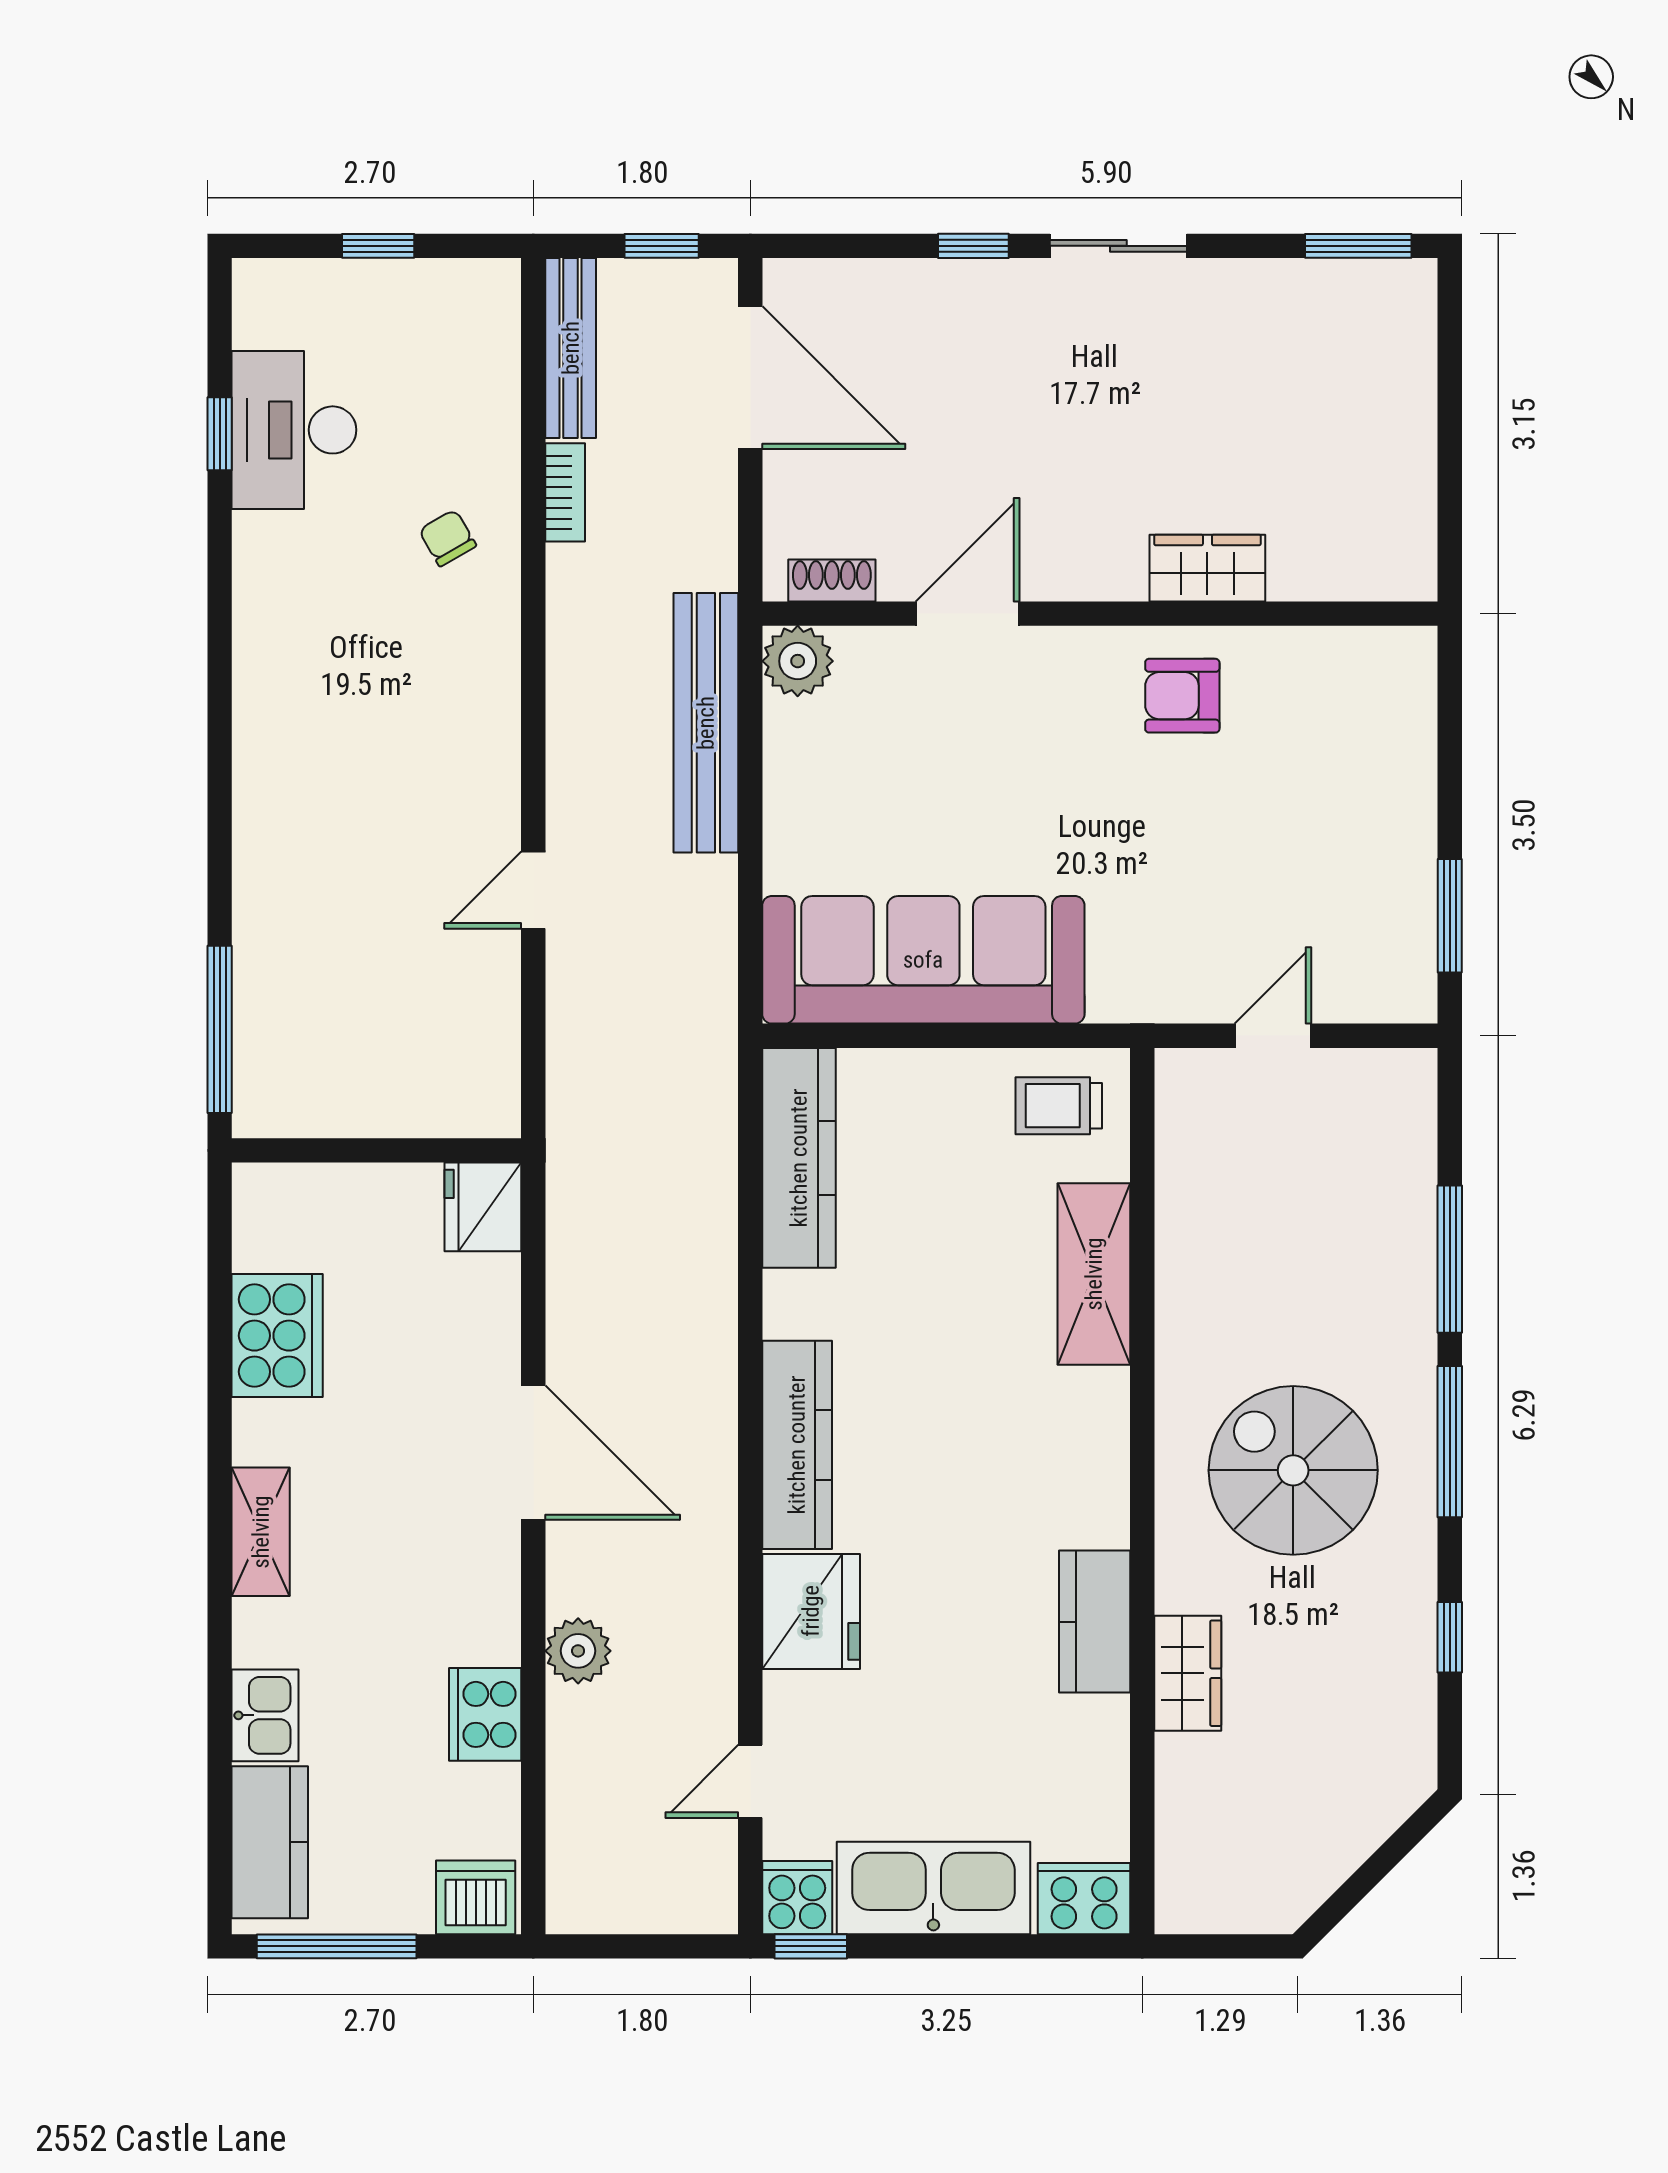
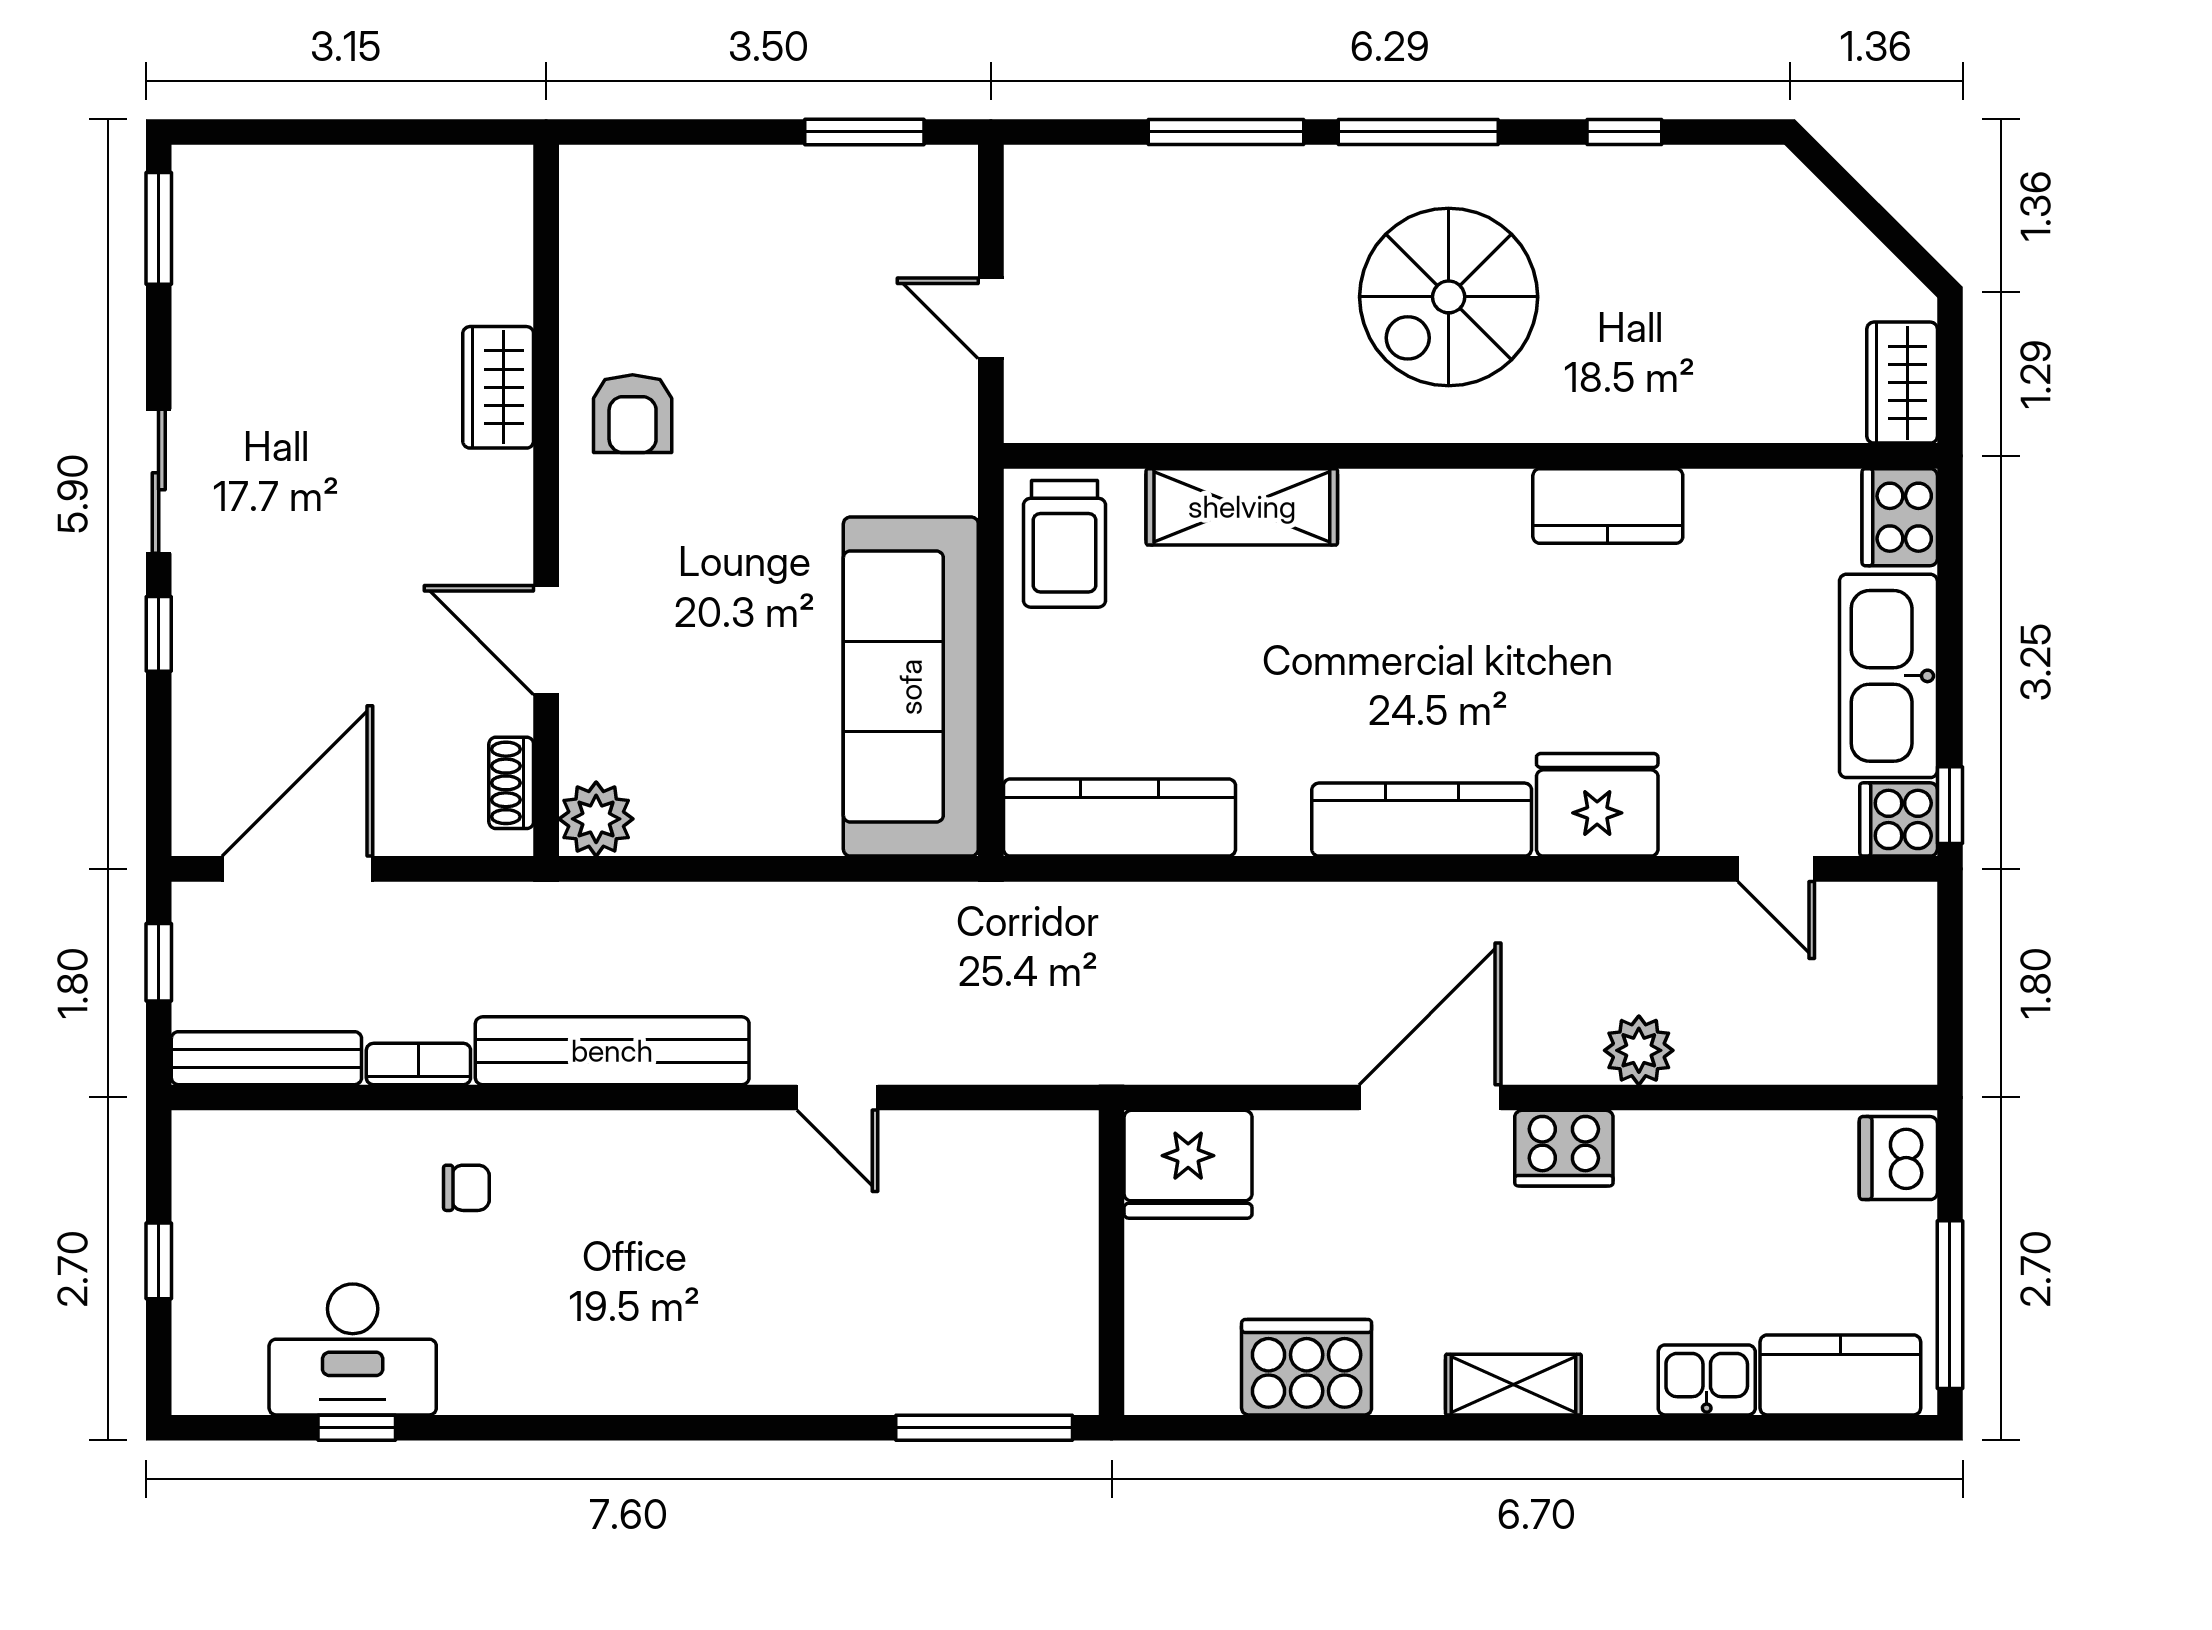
chair: (448, 538) -> (466, 1188), turned -150
bench: (706, 723) -> (612, 1051), moved
trolley: (1059, 1106) -> (1064, 544), width x1.36, depth x1.39
fridge: (483, 1207) -> (1188, 1164), width x1.36, depth x1.34
wardrobe: (1188, 1673) -> (1902, 383), moved, turned -90
cooker: (485, 1714) -> (1564, 1148), moved

